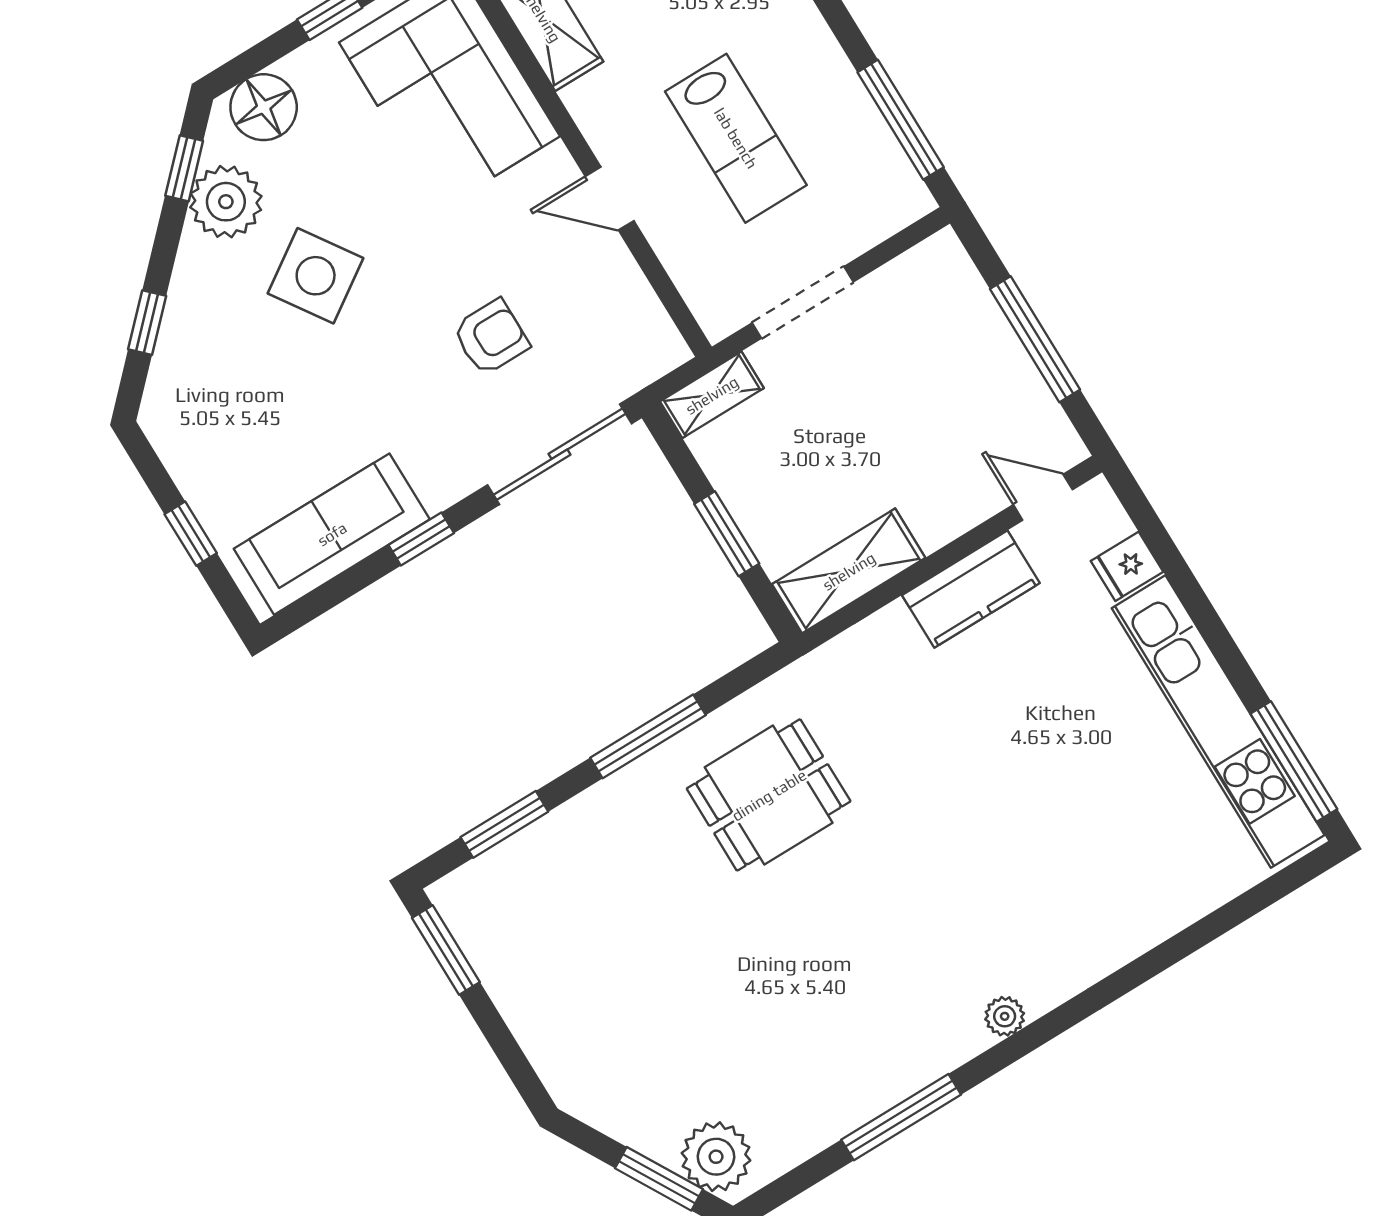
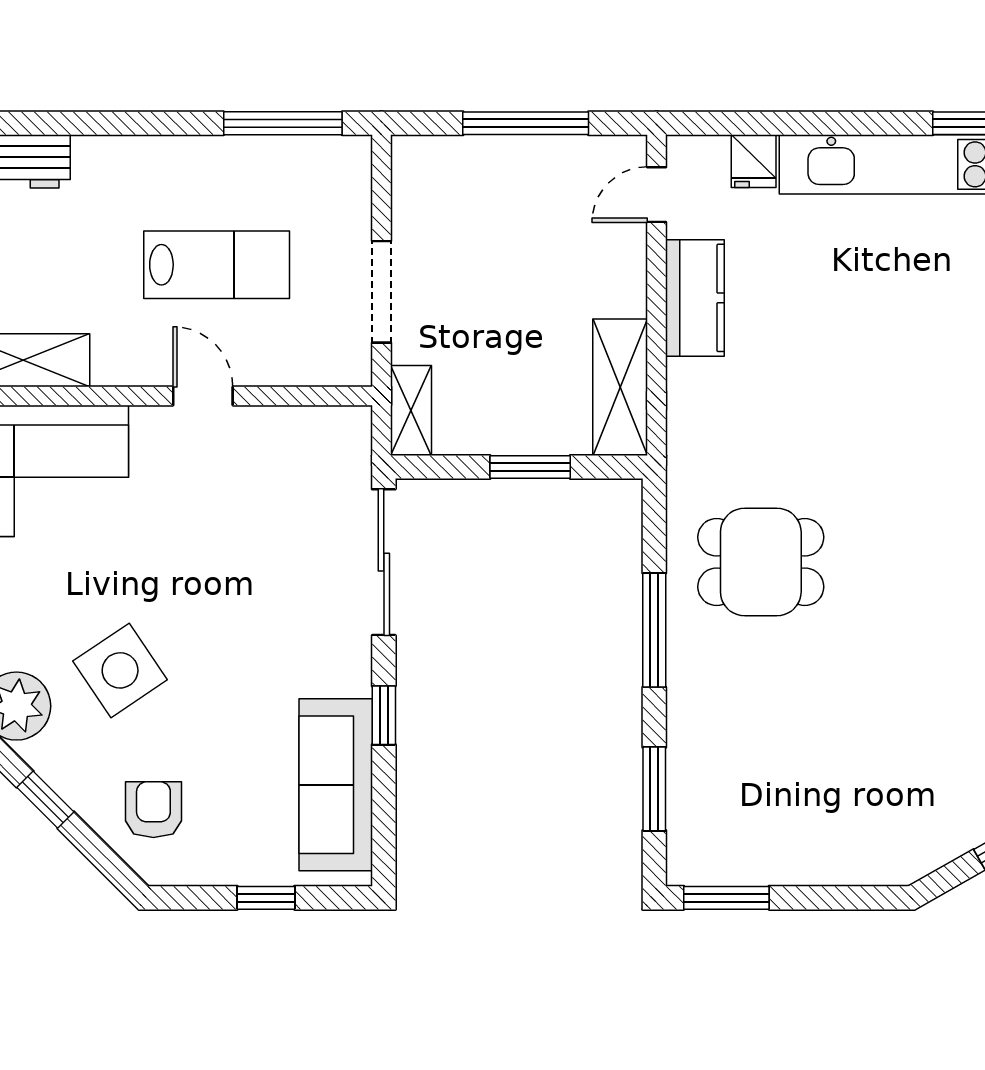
door: (610, 199) -> (203, 396), swing flipped
window: (147, 323) -> (45, 800), moved
armchair: (491, 337) -> (153, 810), moved
dining table: (769, 795) -> (761, 562), turned 90

